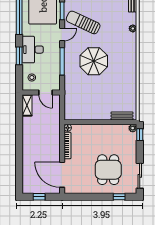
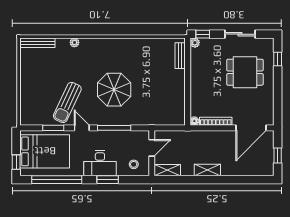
shelving: (27, 139) -> (207, 170), added
sliding door: (140, 176) -> (240, 34), moved

